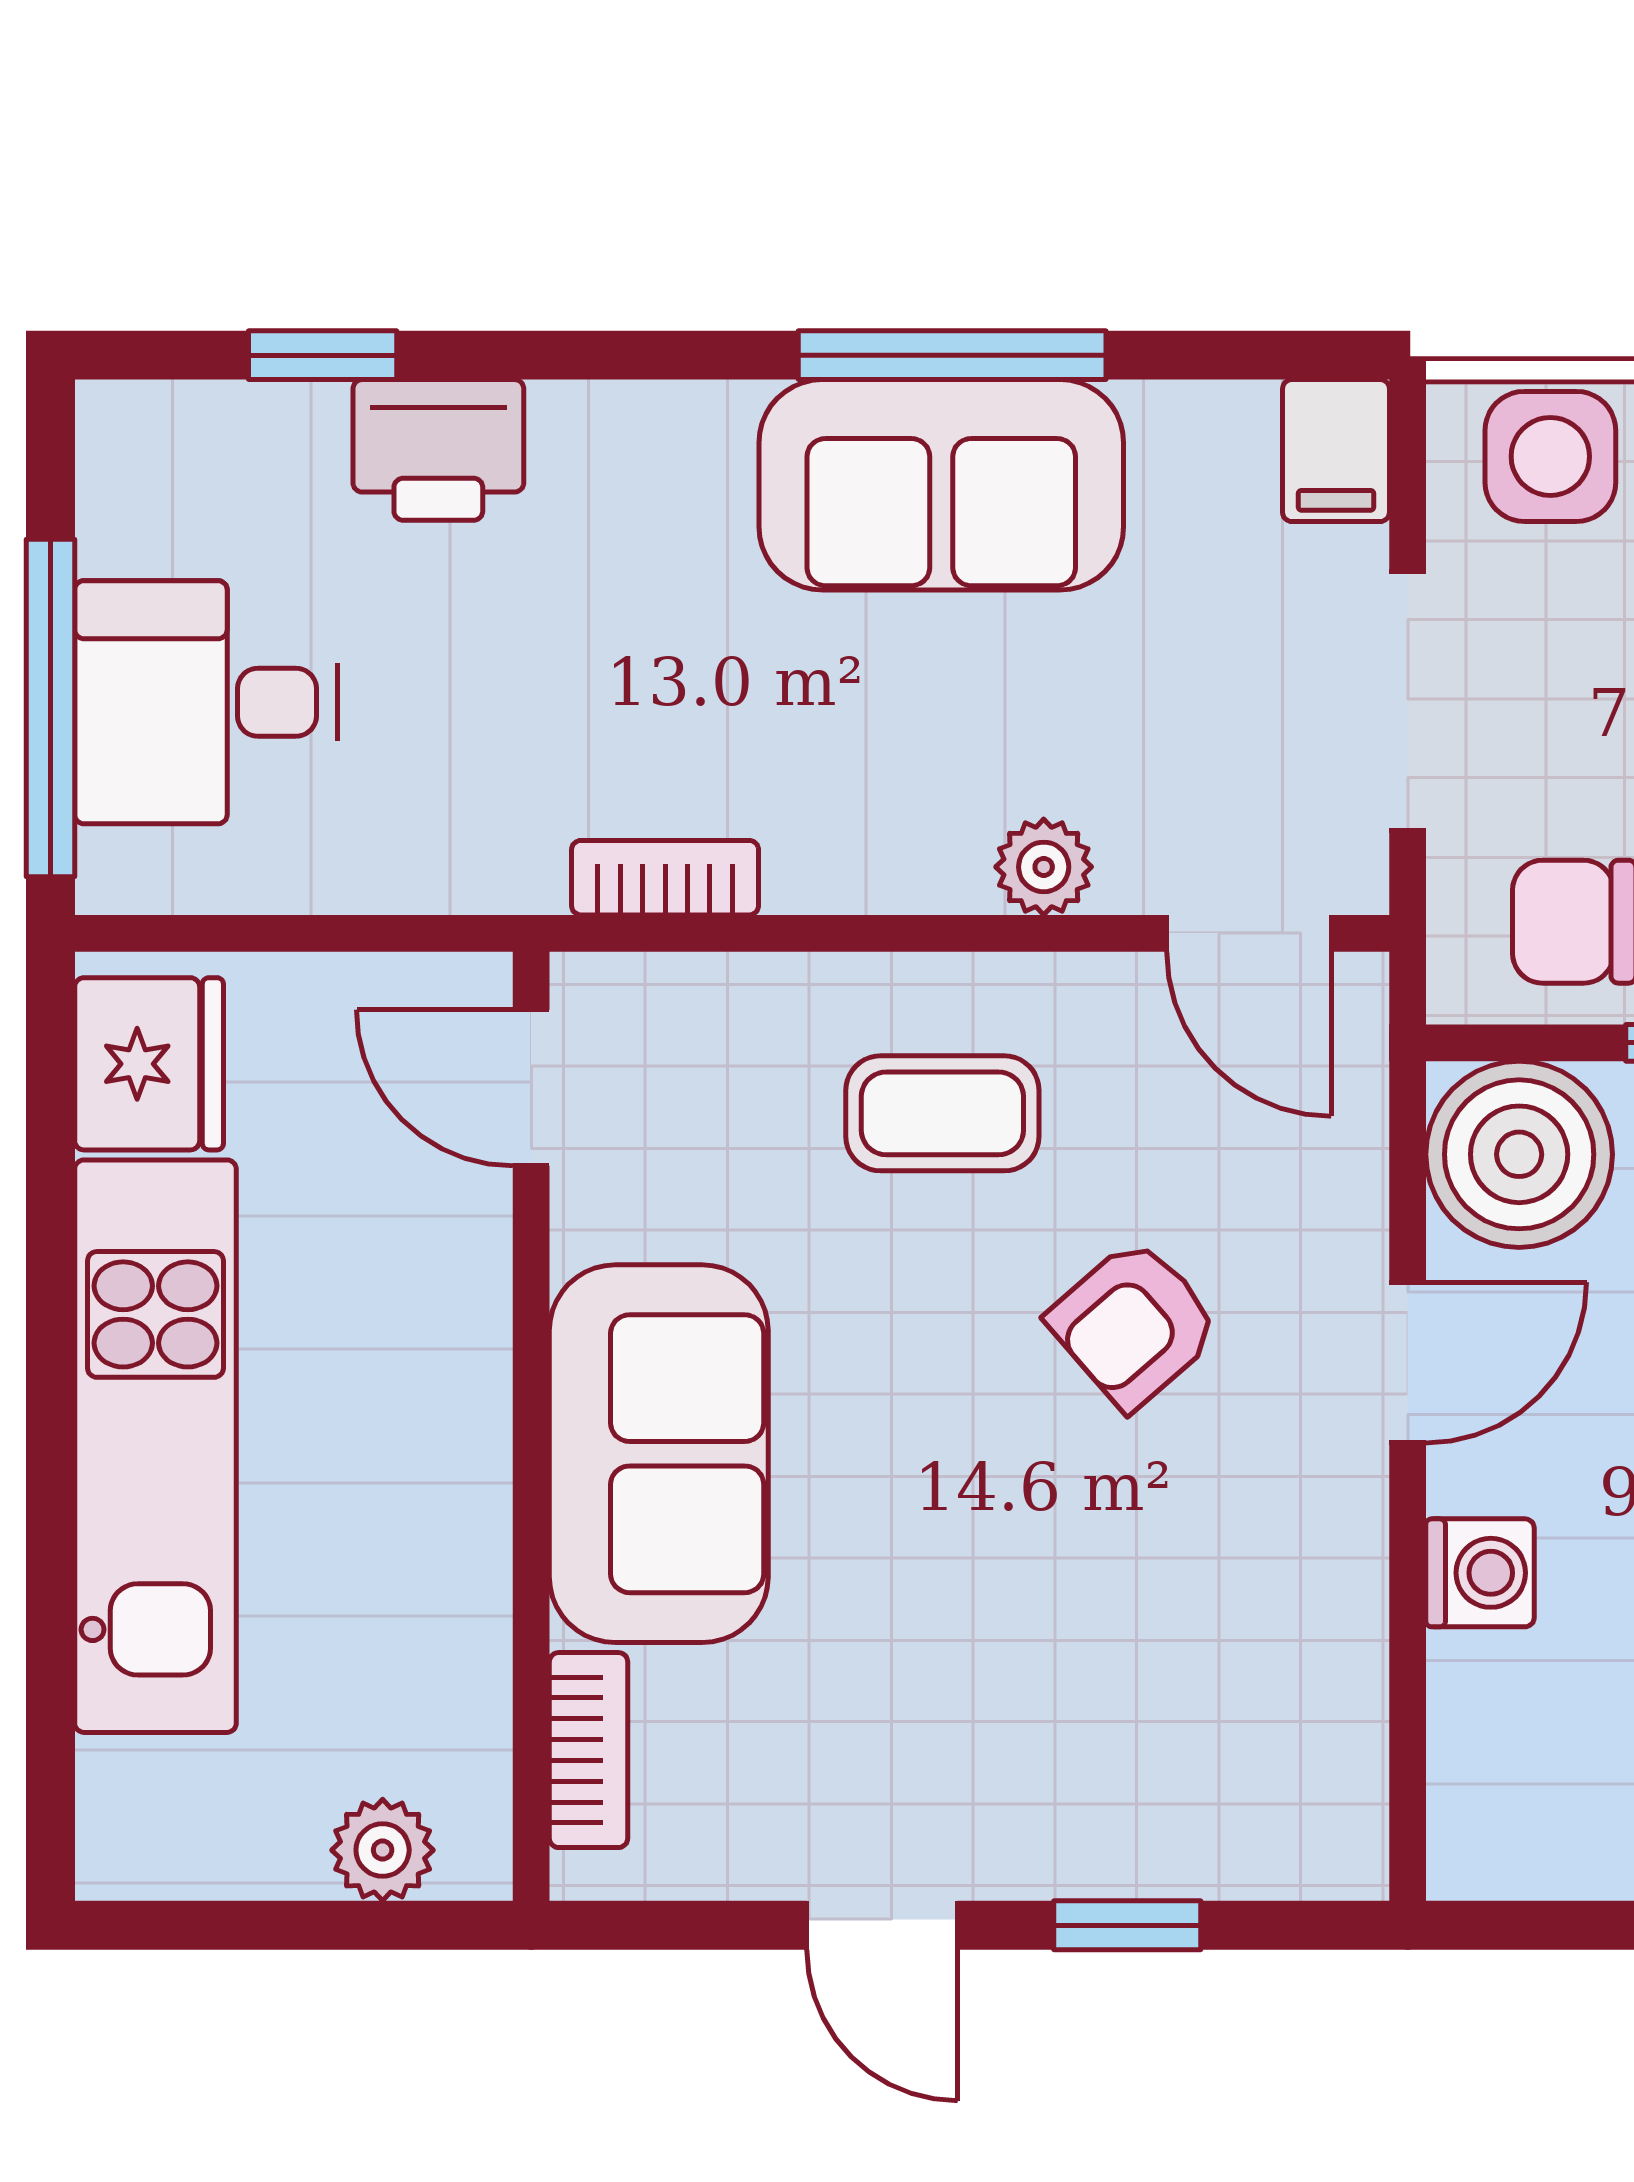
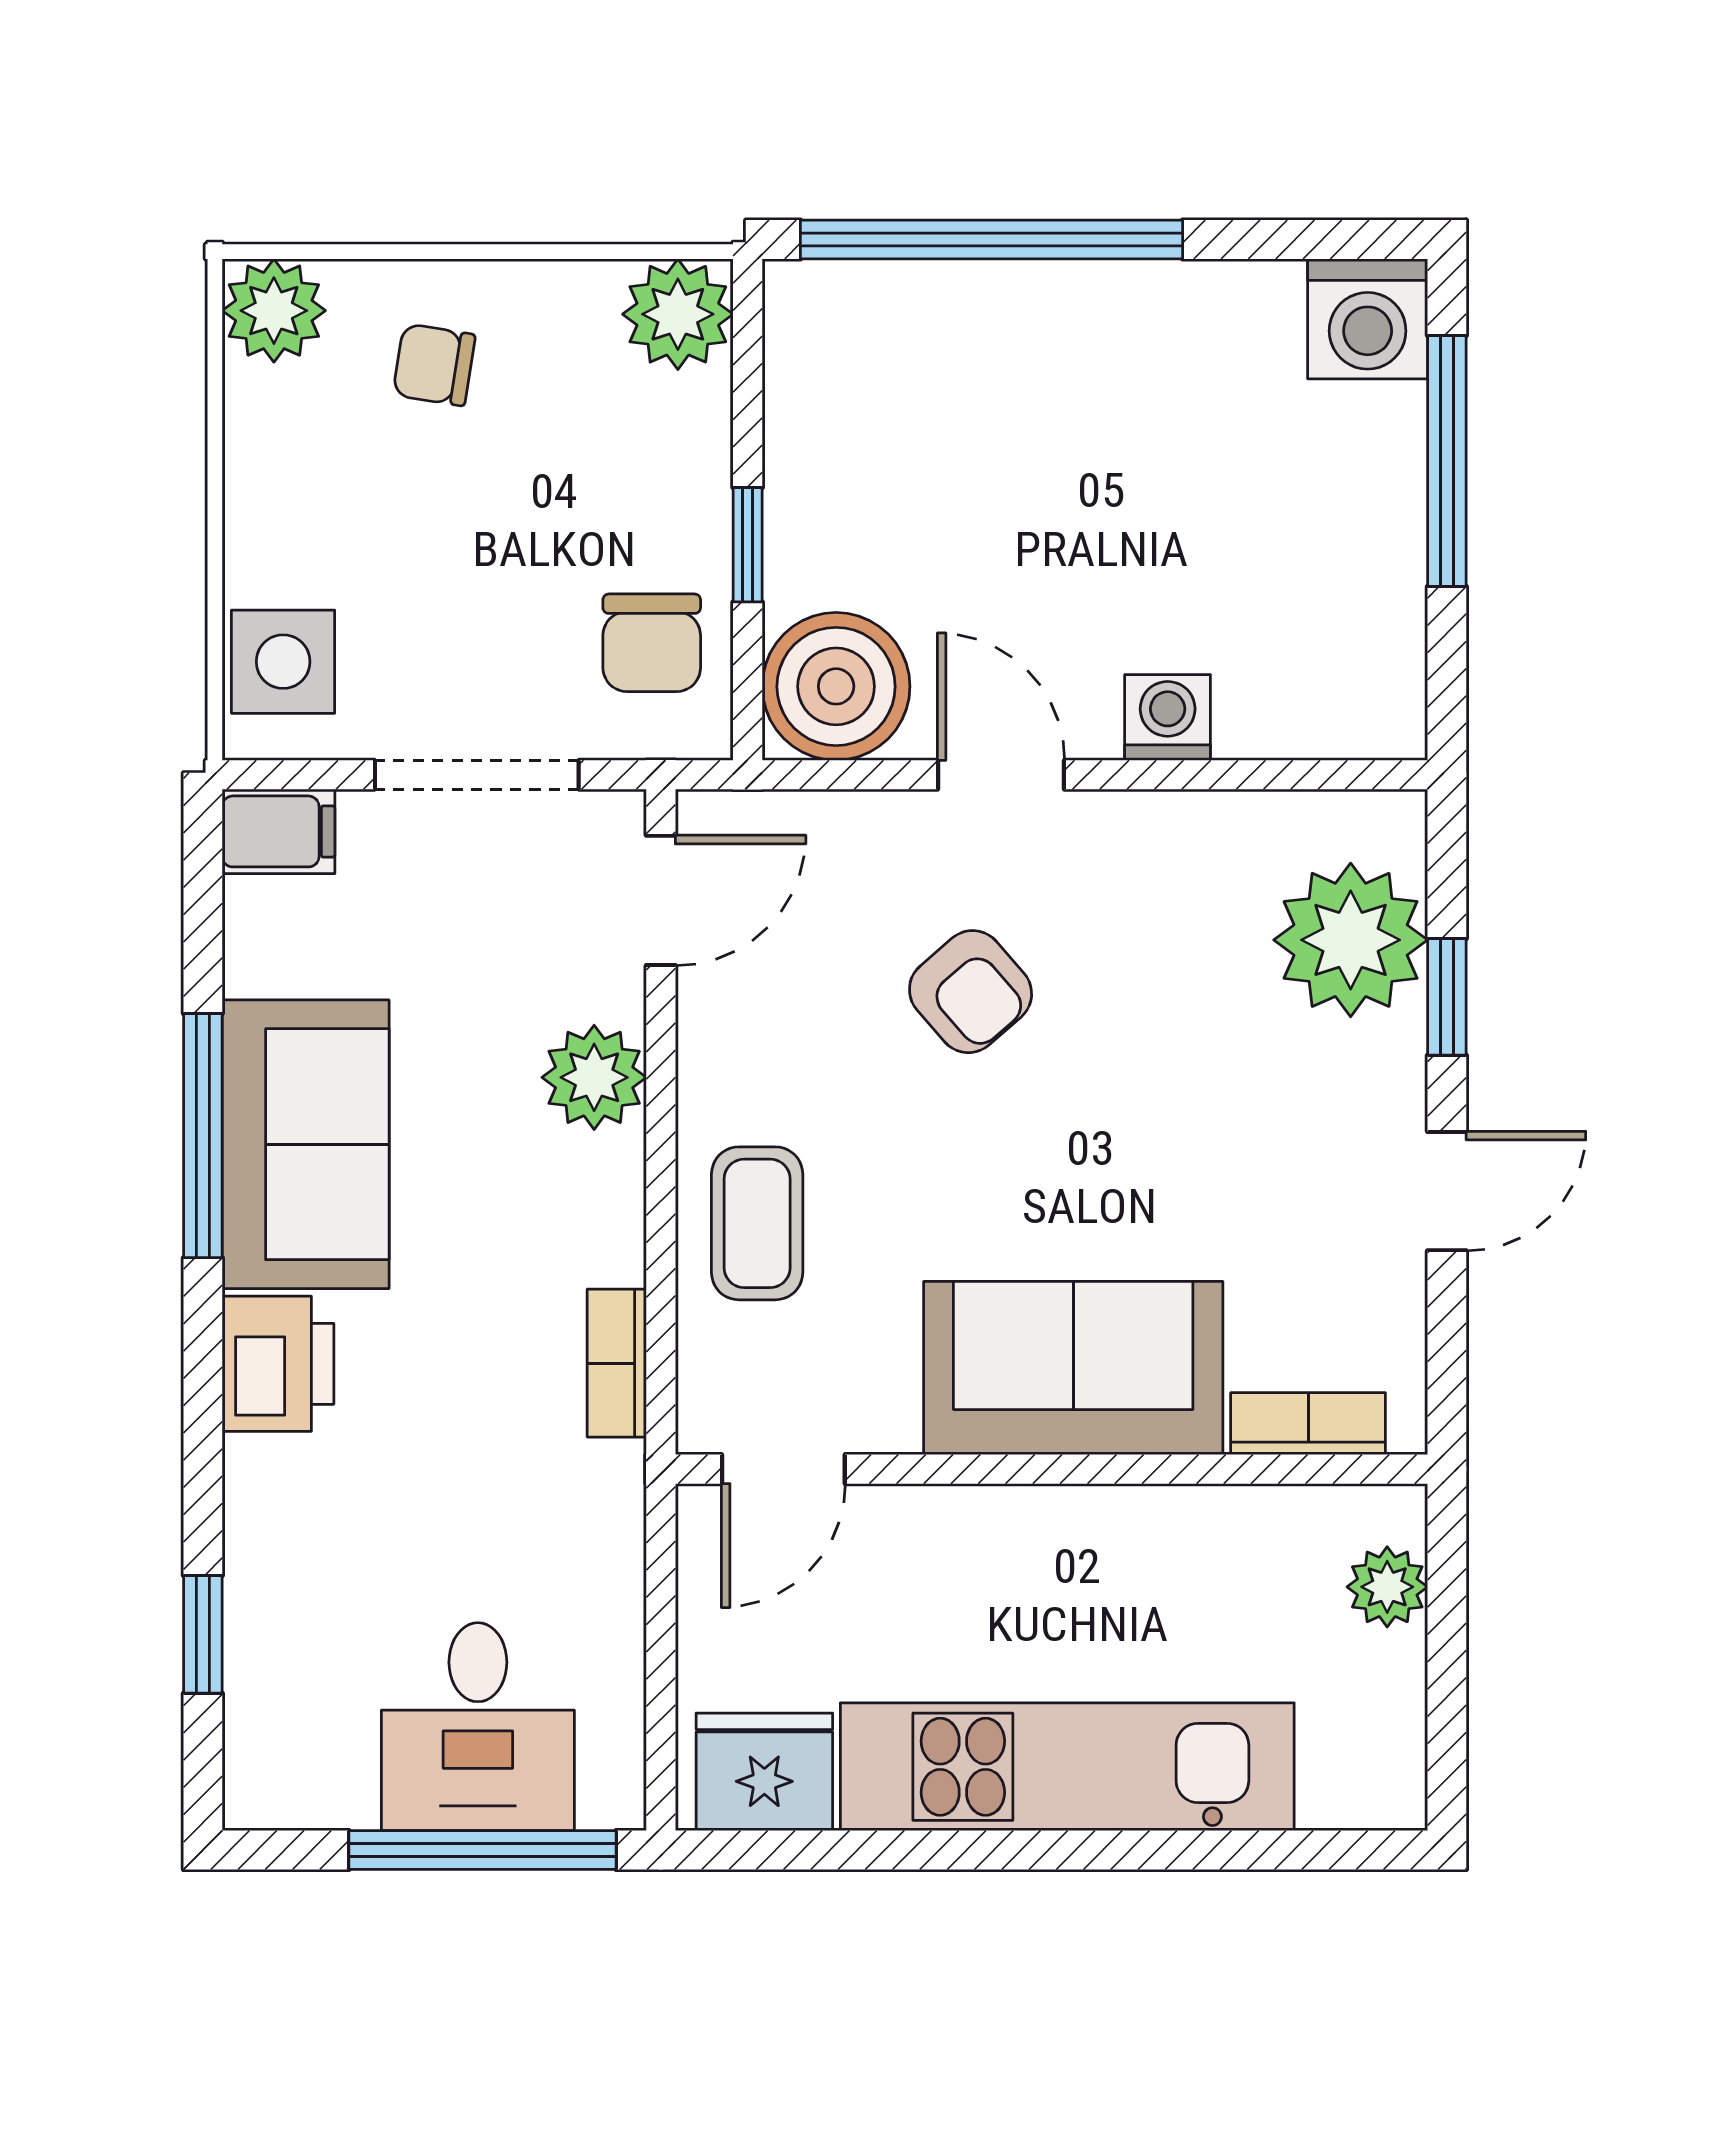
printer: (438, 450) -> (278, 1364), moved
plant: (1044, 867) -> (594, 1077), width x1.38, depth x1.38
coffee table: (942, 1113) -> (757, 1223), moved
plant: (1199, 1804) -> (1351, 940), added

